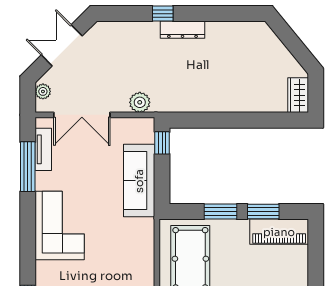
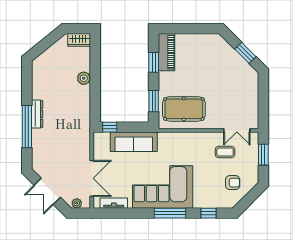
window: (163, 14) -> (27, 127), width x3.17
plant: (140, 102) -> (84, 78), moved
window: (28, 167) -> (170, 213), moved
window: (220, 212) -> (154, 101), moved
corner sofa: (60, 226) -> (163, 187), width x1.36, depth x1.36

